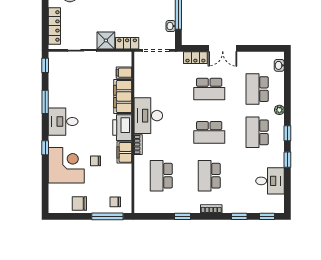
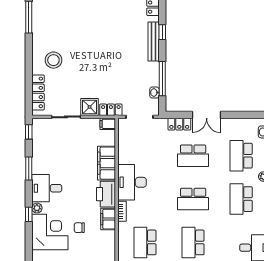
filing cabinet: (124, 73) -> (108, 124), moved
plant: (53, 141) -> (37, 208), added

